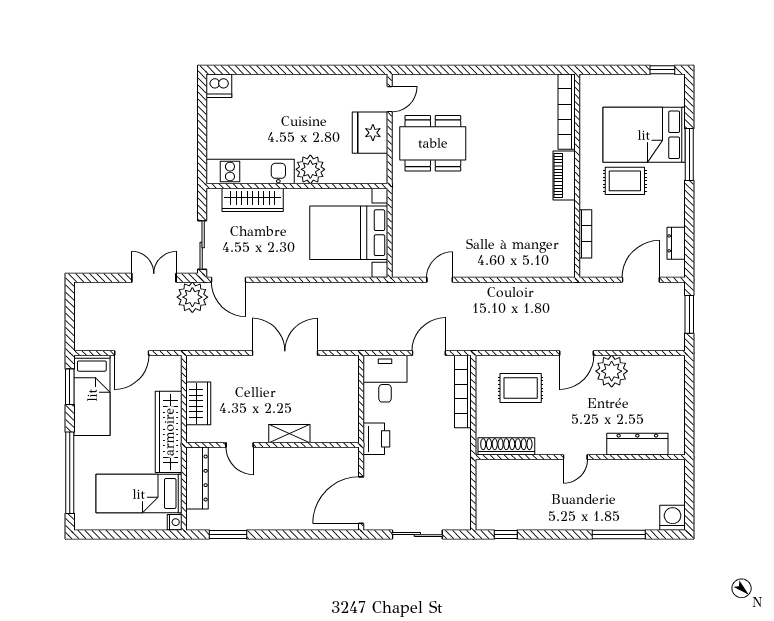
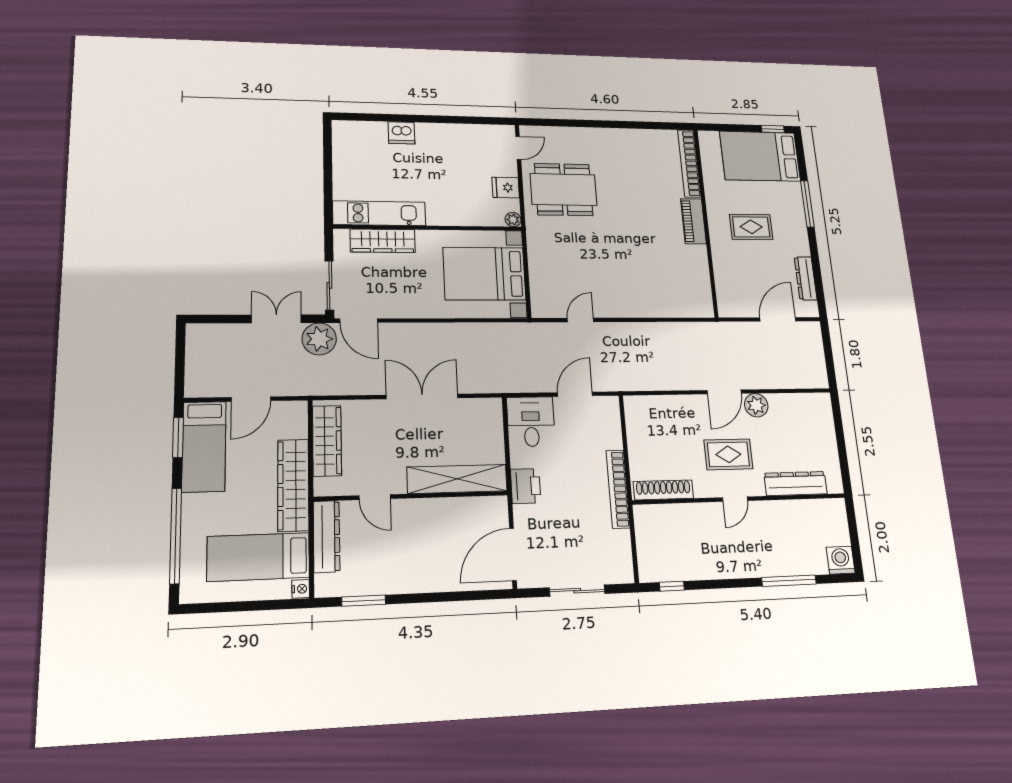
dishwasher: (219, 86) -> (401, 133), moved
fridge: (370, 133) -> (506, 188), width x0.53, depth x0.75
bed: (644, 135) -> (760, 156), moved
plant: (310, 169) -> (513, 220), moved, width x0.53, depth x0.53
bookcase: (585, 234) -> (720, 276), removed
dresser: (676, 243) -> (806, 278), width x1.44
window: (689, 314) -> (828, 352), removed
plant: (612, 371) -> (756, 405), width x0.73, depth x0.73
rug: (521, 388) -> (728, 454), moved
bookcase: (463, 392) -> (618, 489), moved
wardrobe: (198, 403) -> (327, 441), width x1.50
shelving: (289, 434) -> (457, 479), width x2.20, depth x1.33

